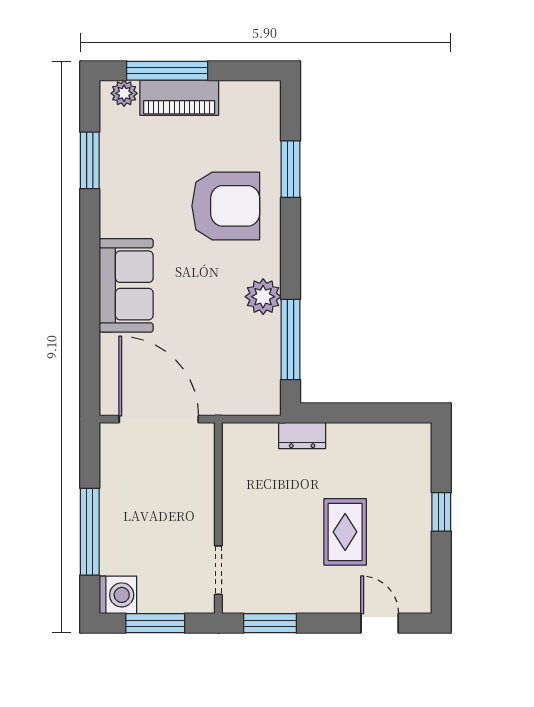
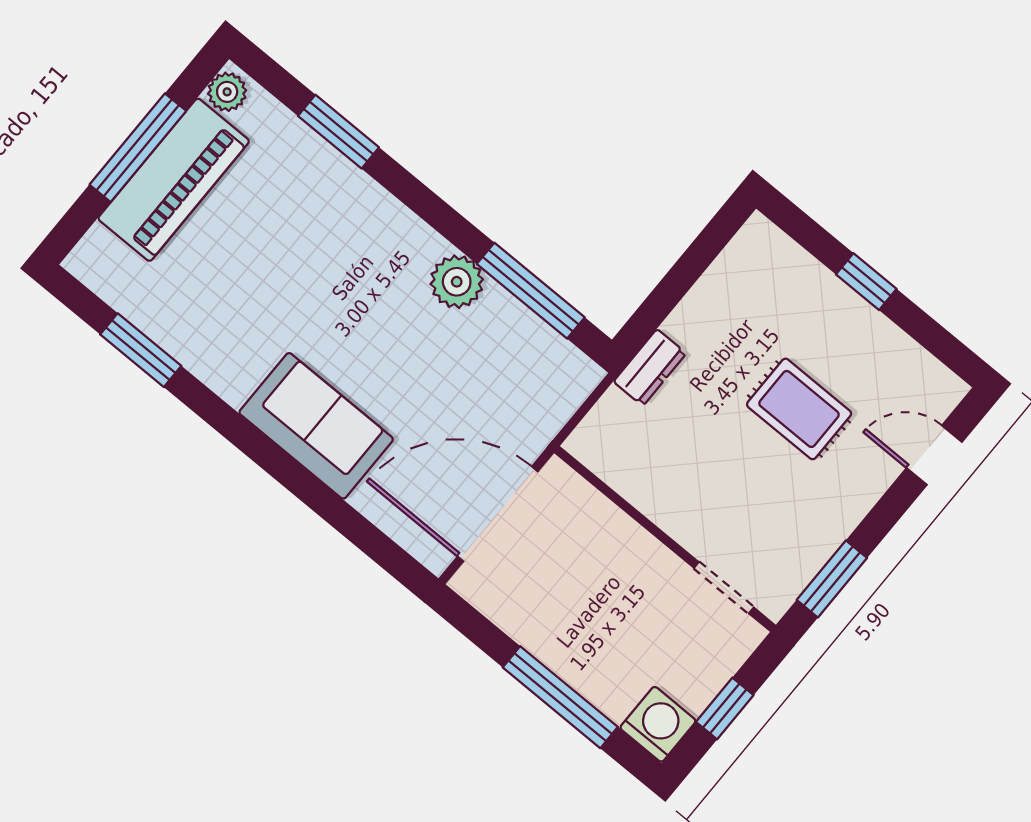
window: (167, 71) -> (138, 148), moved
plant: (124, 93) -> (227, 92), moved
piano: (179, 98) -> (174, 180), width x1.37, depth x1.33
armchair: (226, 206) -> (319, 239), removed
window: (155, 623) -> (725, 708), width x0.67

